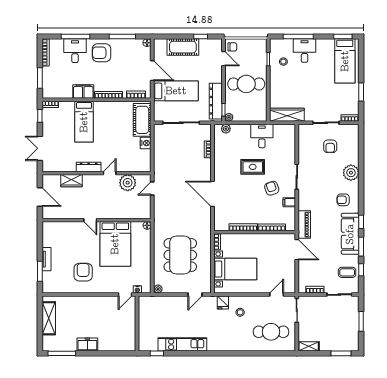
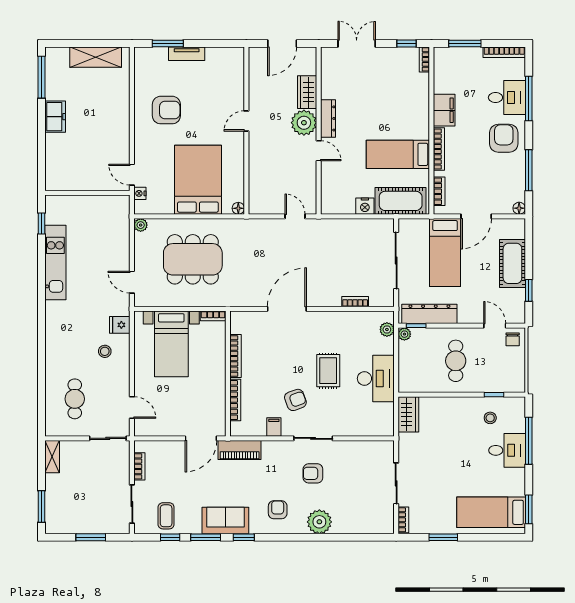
door: (223, 59) -> (495, 326), swing flipped
cafe table: (246, 84) -> (456, 361), width x0.73, depth x0.74
wardrobe: (287, 115) -> (408, 414), width x0.67
bed: (84, 122) -> (398, 154), moved
desk: (262, 136) -> (376, 379), width x1.37
armchair: (330, 146) -> (313, 473), moved
plant: (128, 183) -> (304, 123), moved
sofa: (350, 234) -> (225, 521), width x0.73
bed: (115, 244) -> (198, 180), moved, turned 90
cafe table: (271, 332) -> (75, 399), width x0.73, depth x0.74

